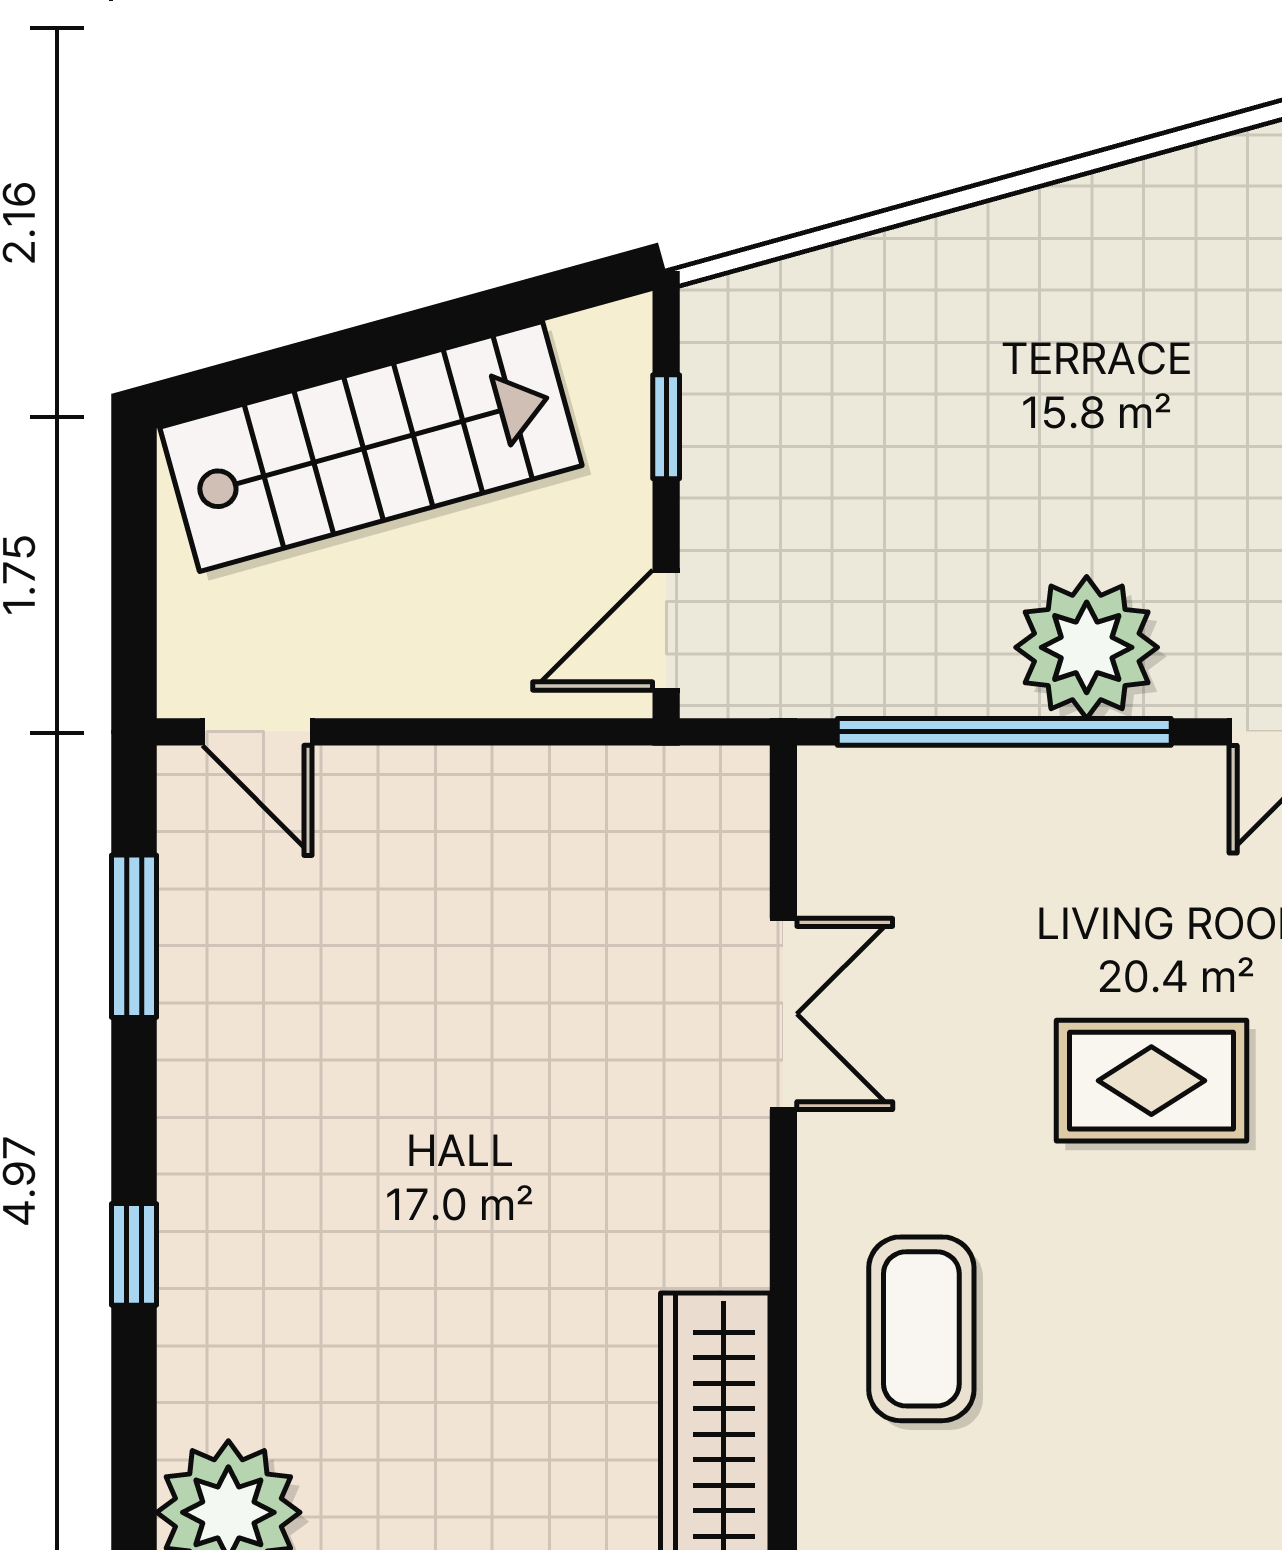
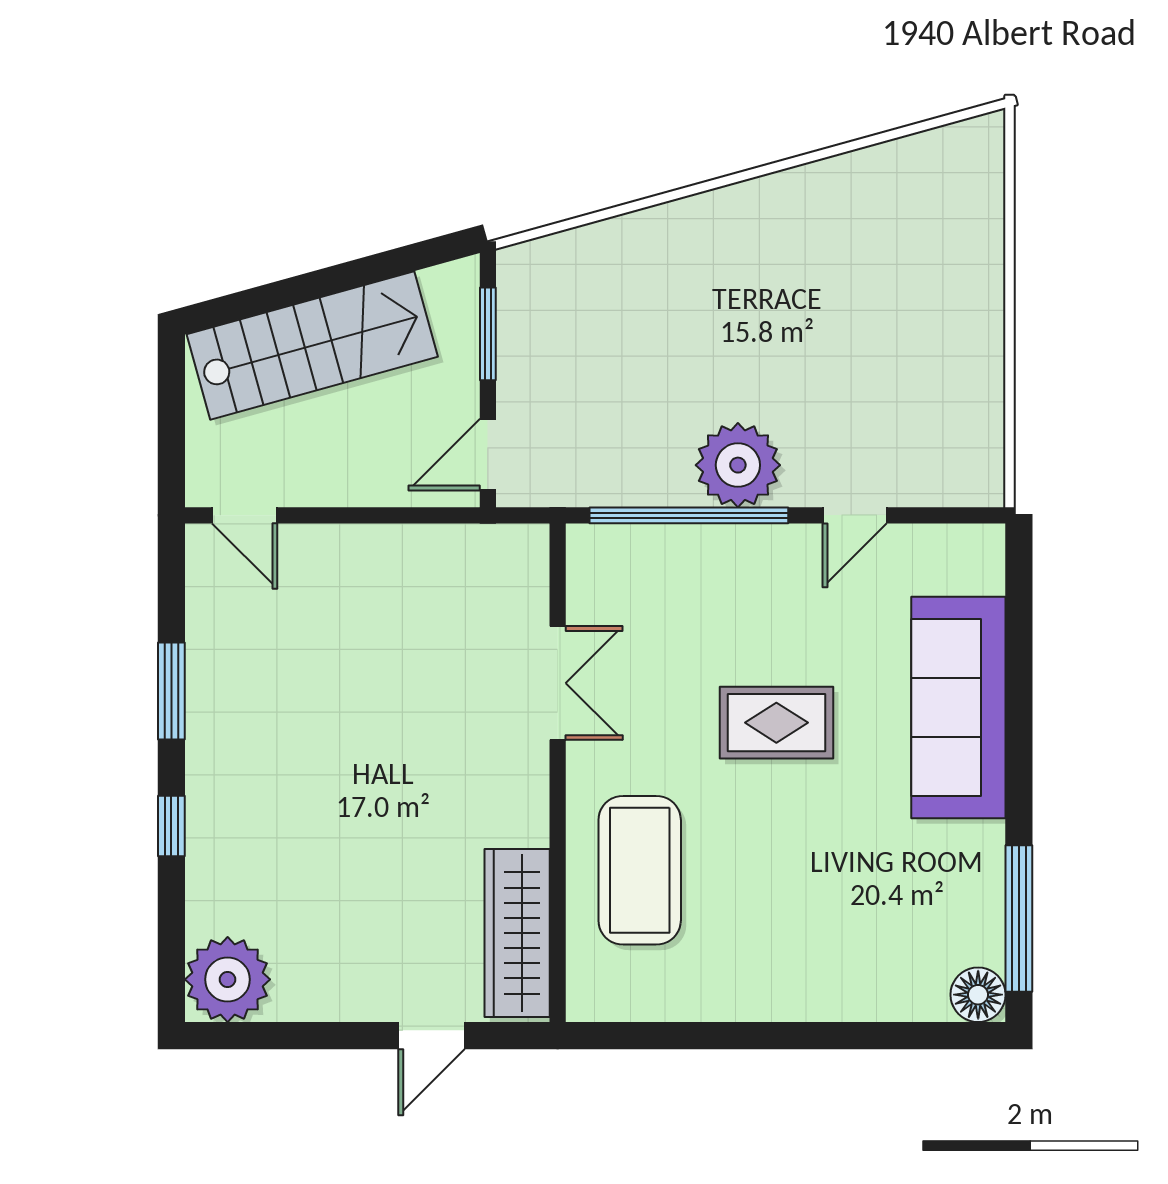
window: (666, 427) -> (488, 334), width x1.50
window: (134, 936) -> (171, 691), moved
coffee table: (921, 1329) -> (640, 870), width x1.36, depth x1.32

